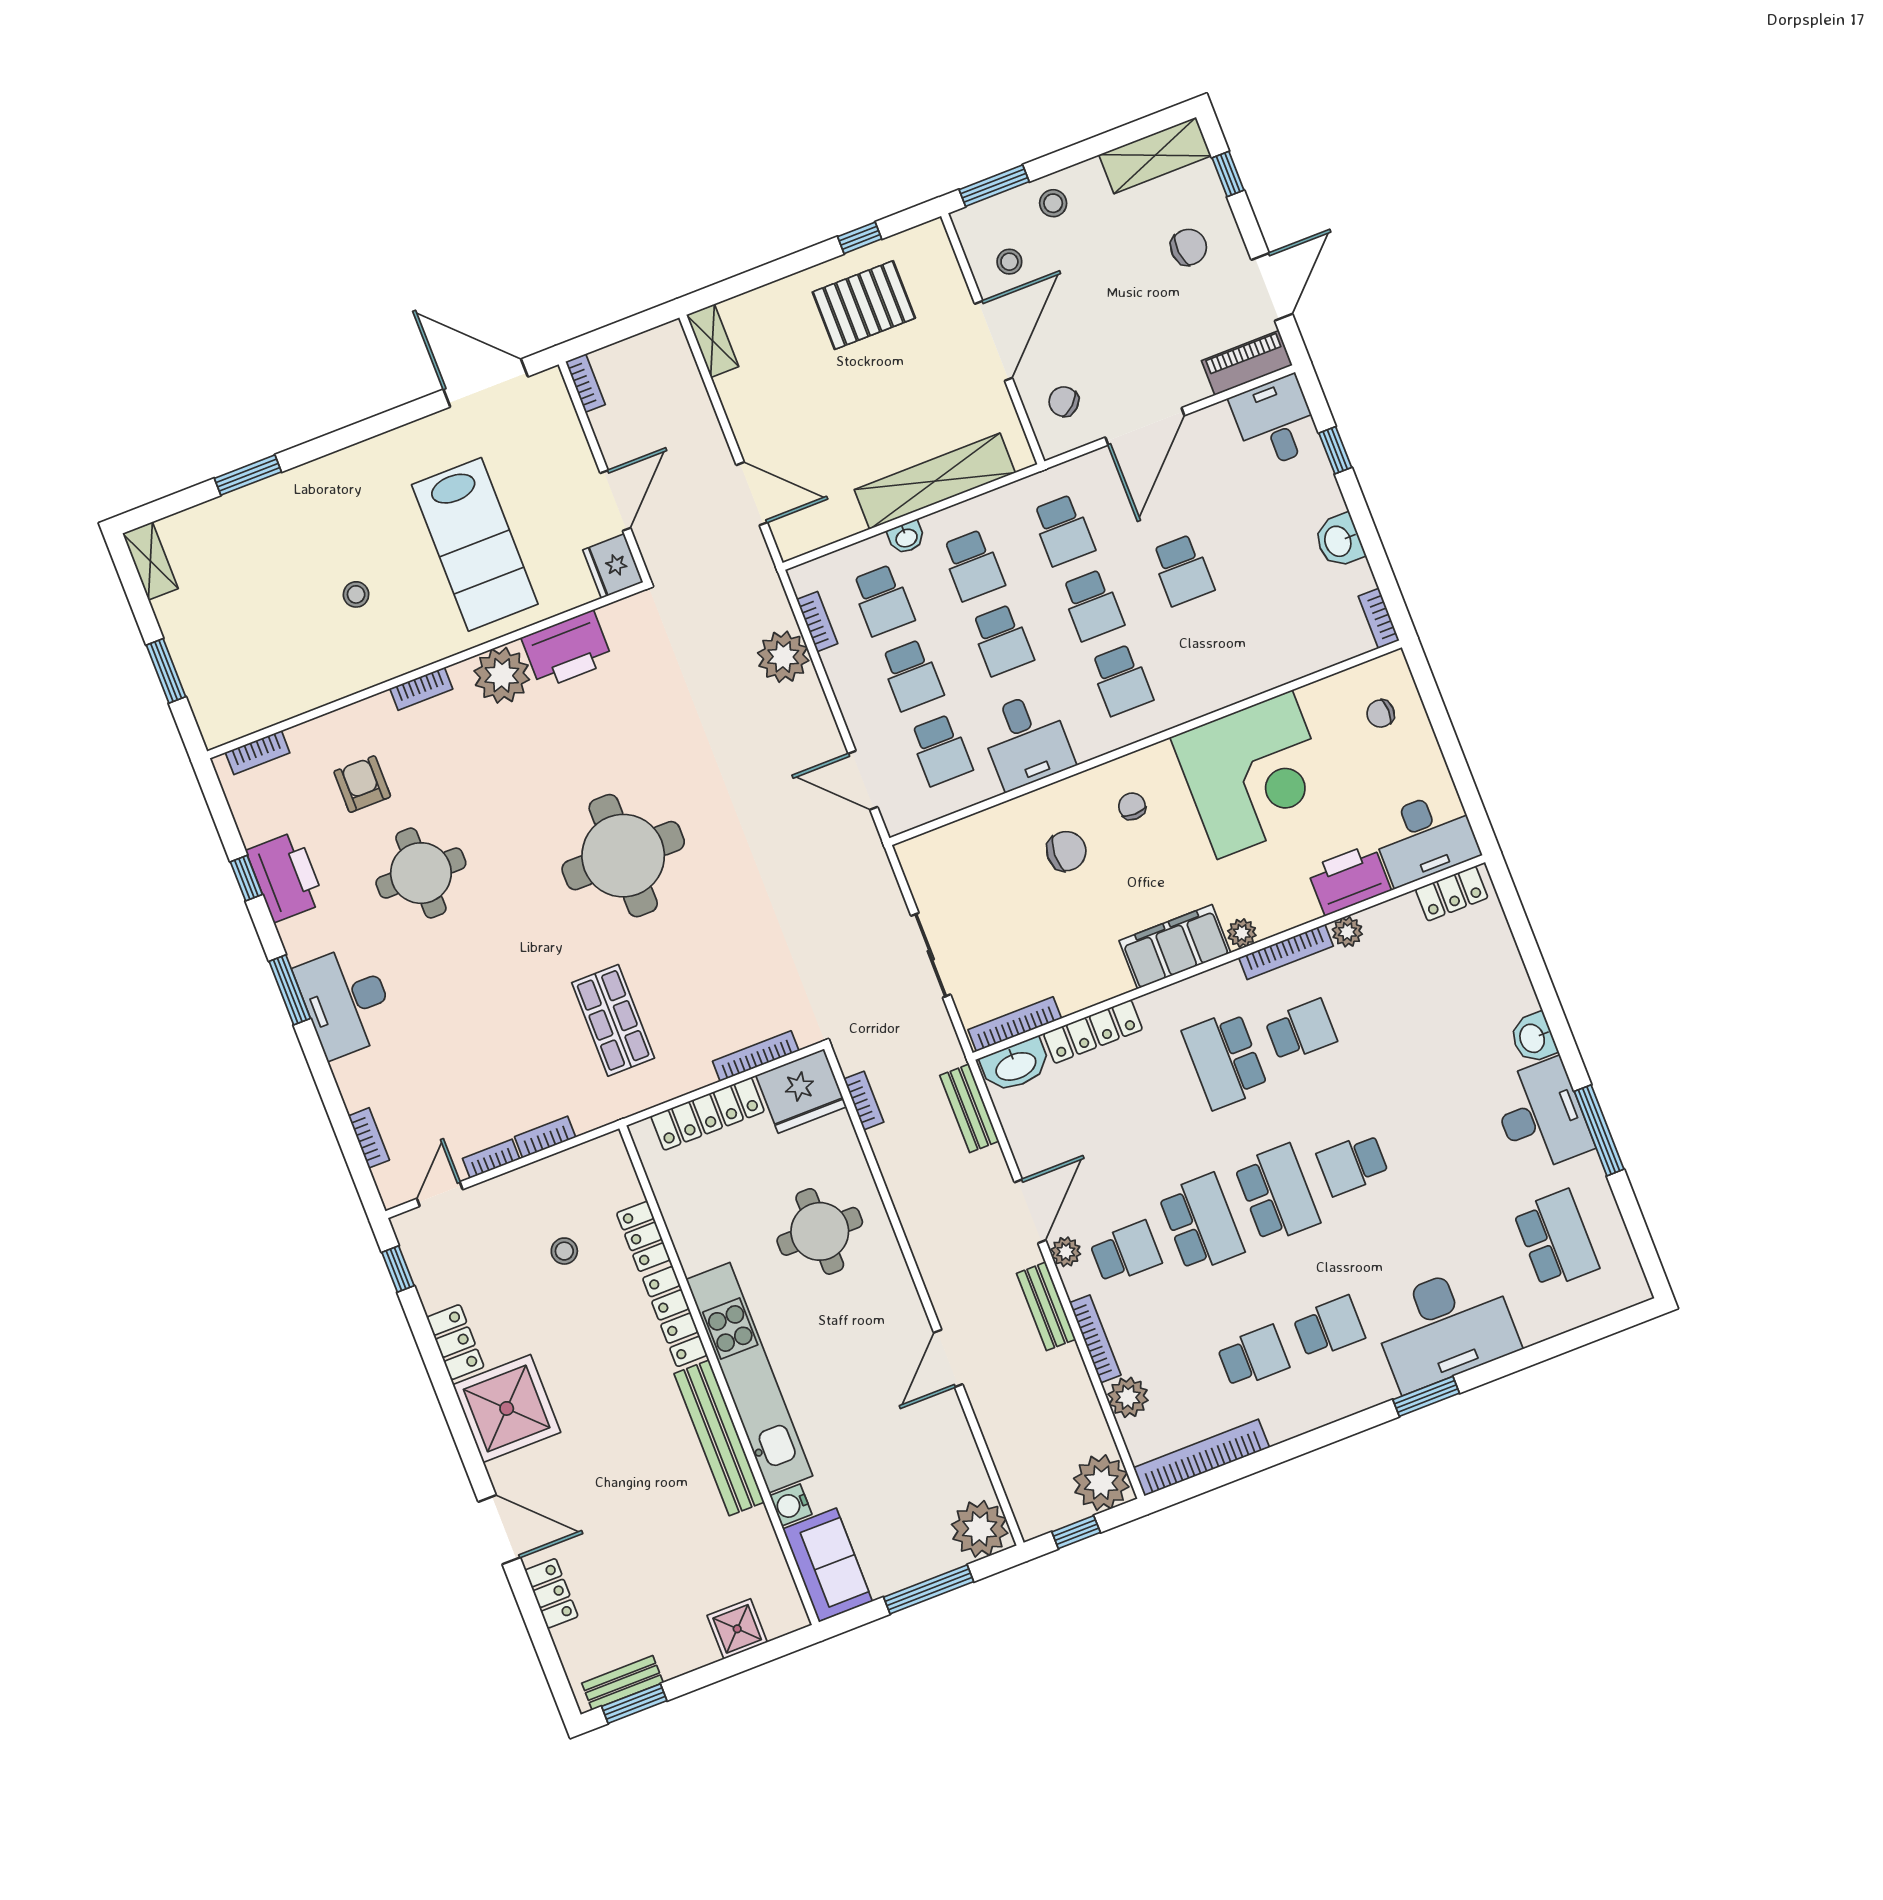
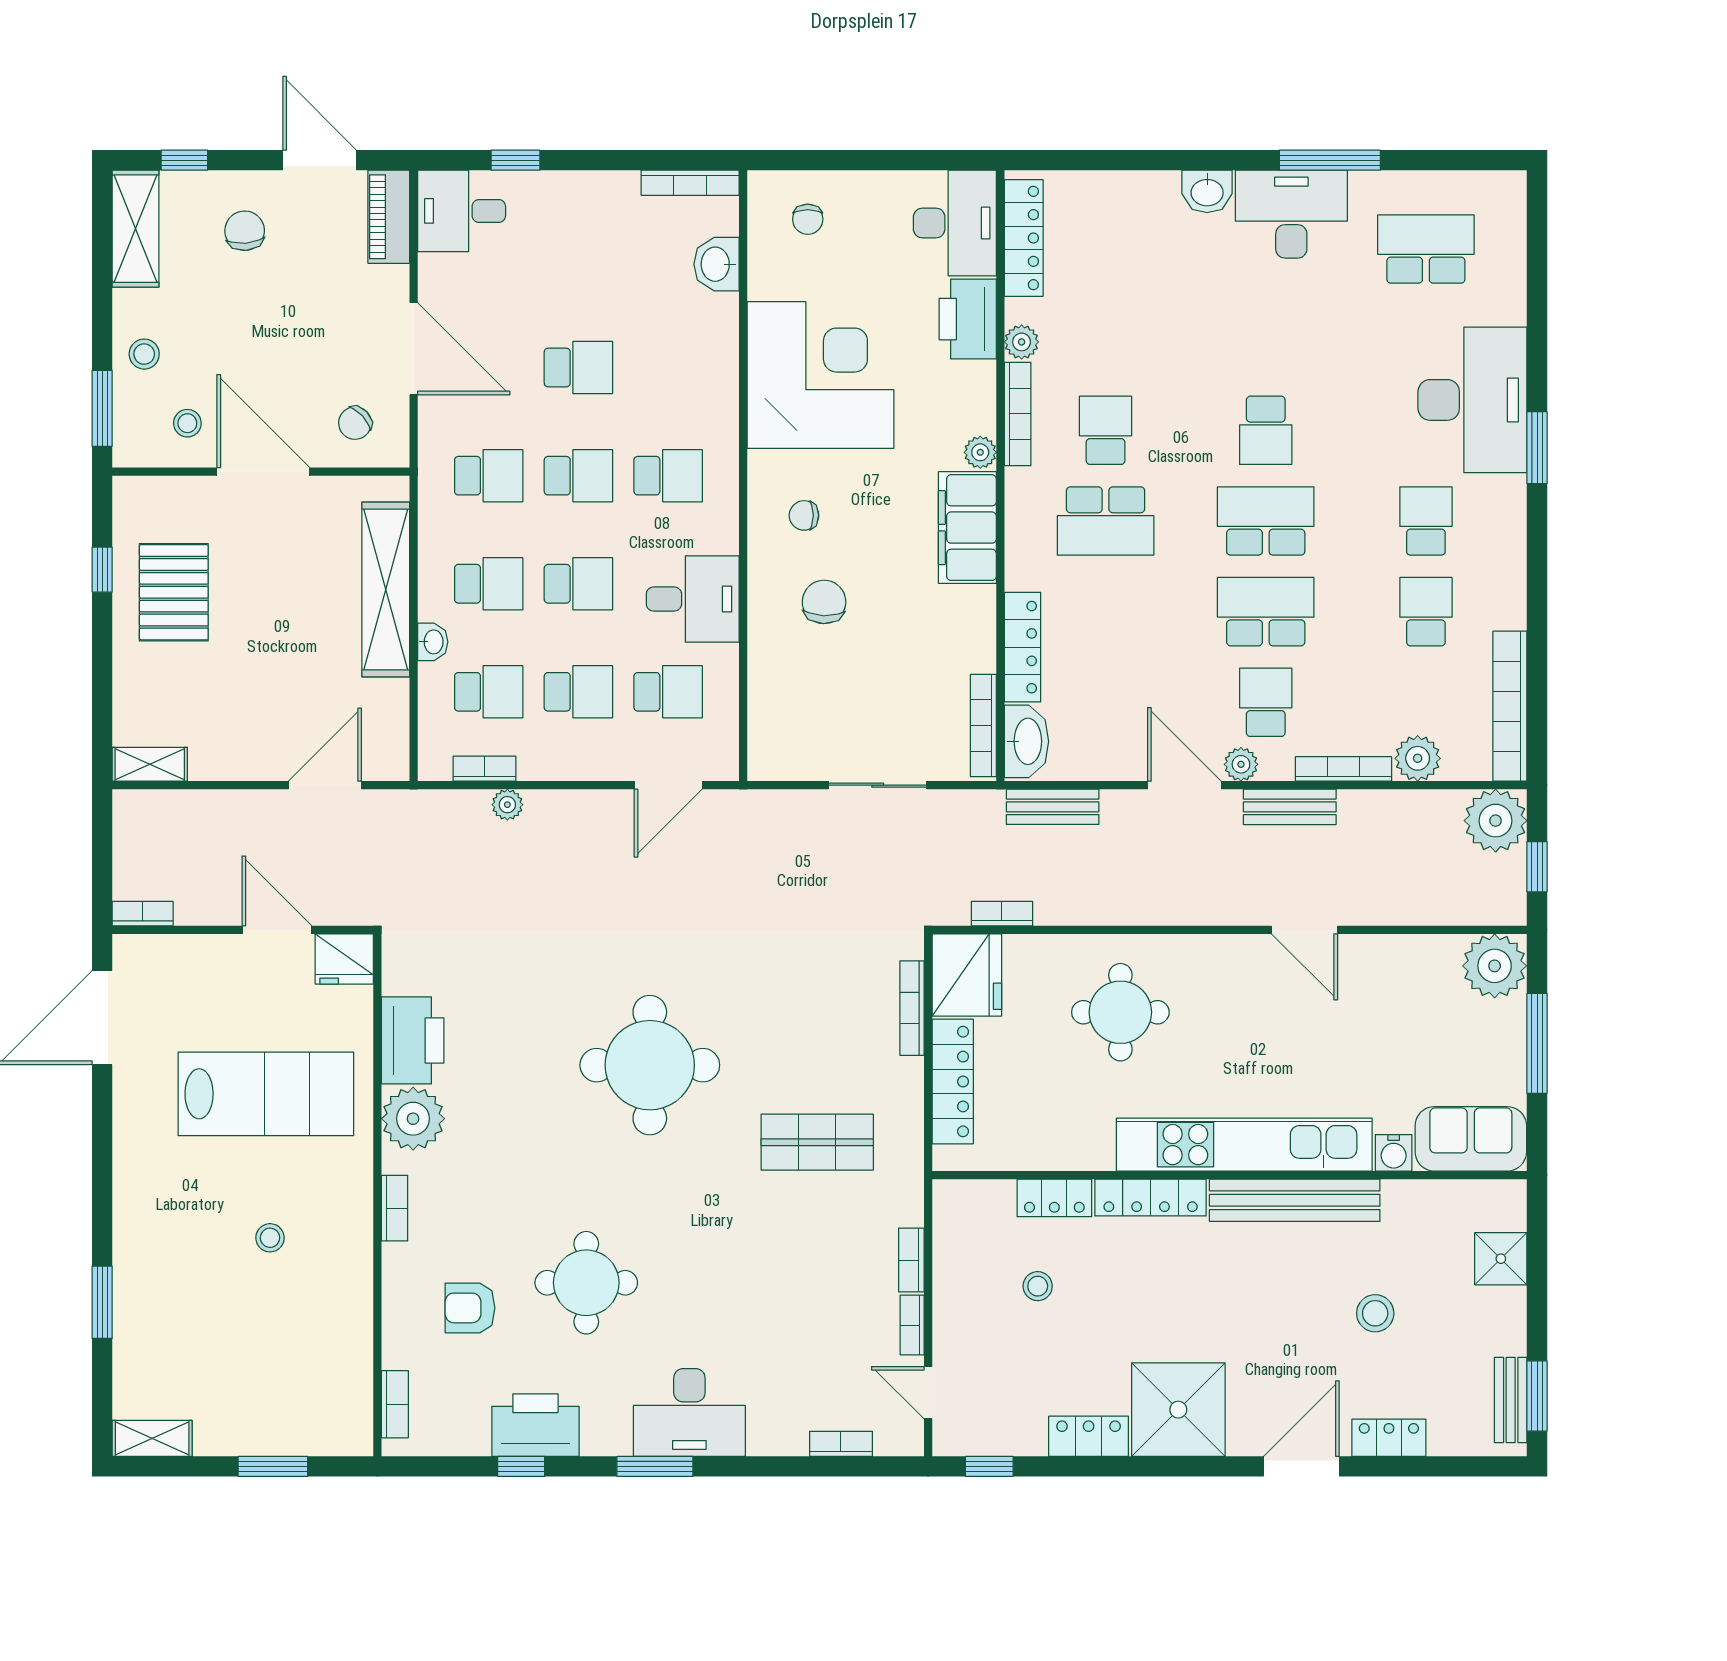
washbasin: (1339, 541) -> (717, 264), moved, turned 90
bookcase: (1379, 618) -> (690, 183), width x1.56
plant: (783, 657) -> (507, 805), width x0.53, depth x0.53
locker: (1452, 893) -> (1024, 238), width x1.53
stool: (651, 1542) -> (1375, 1313), added

